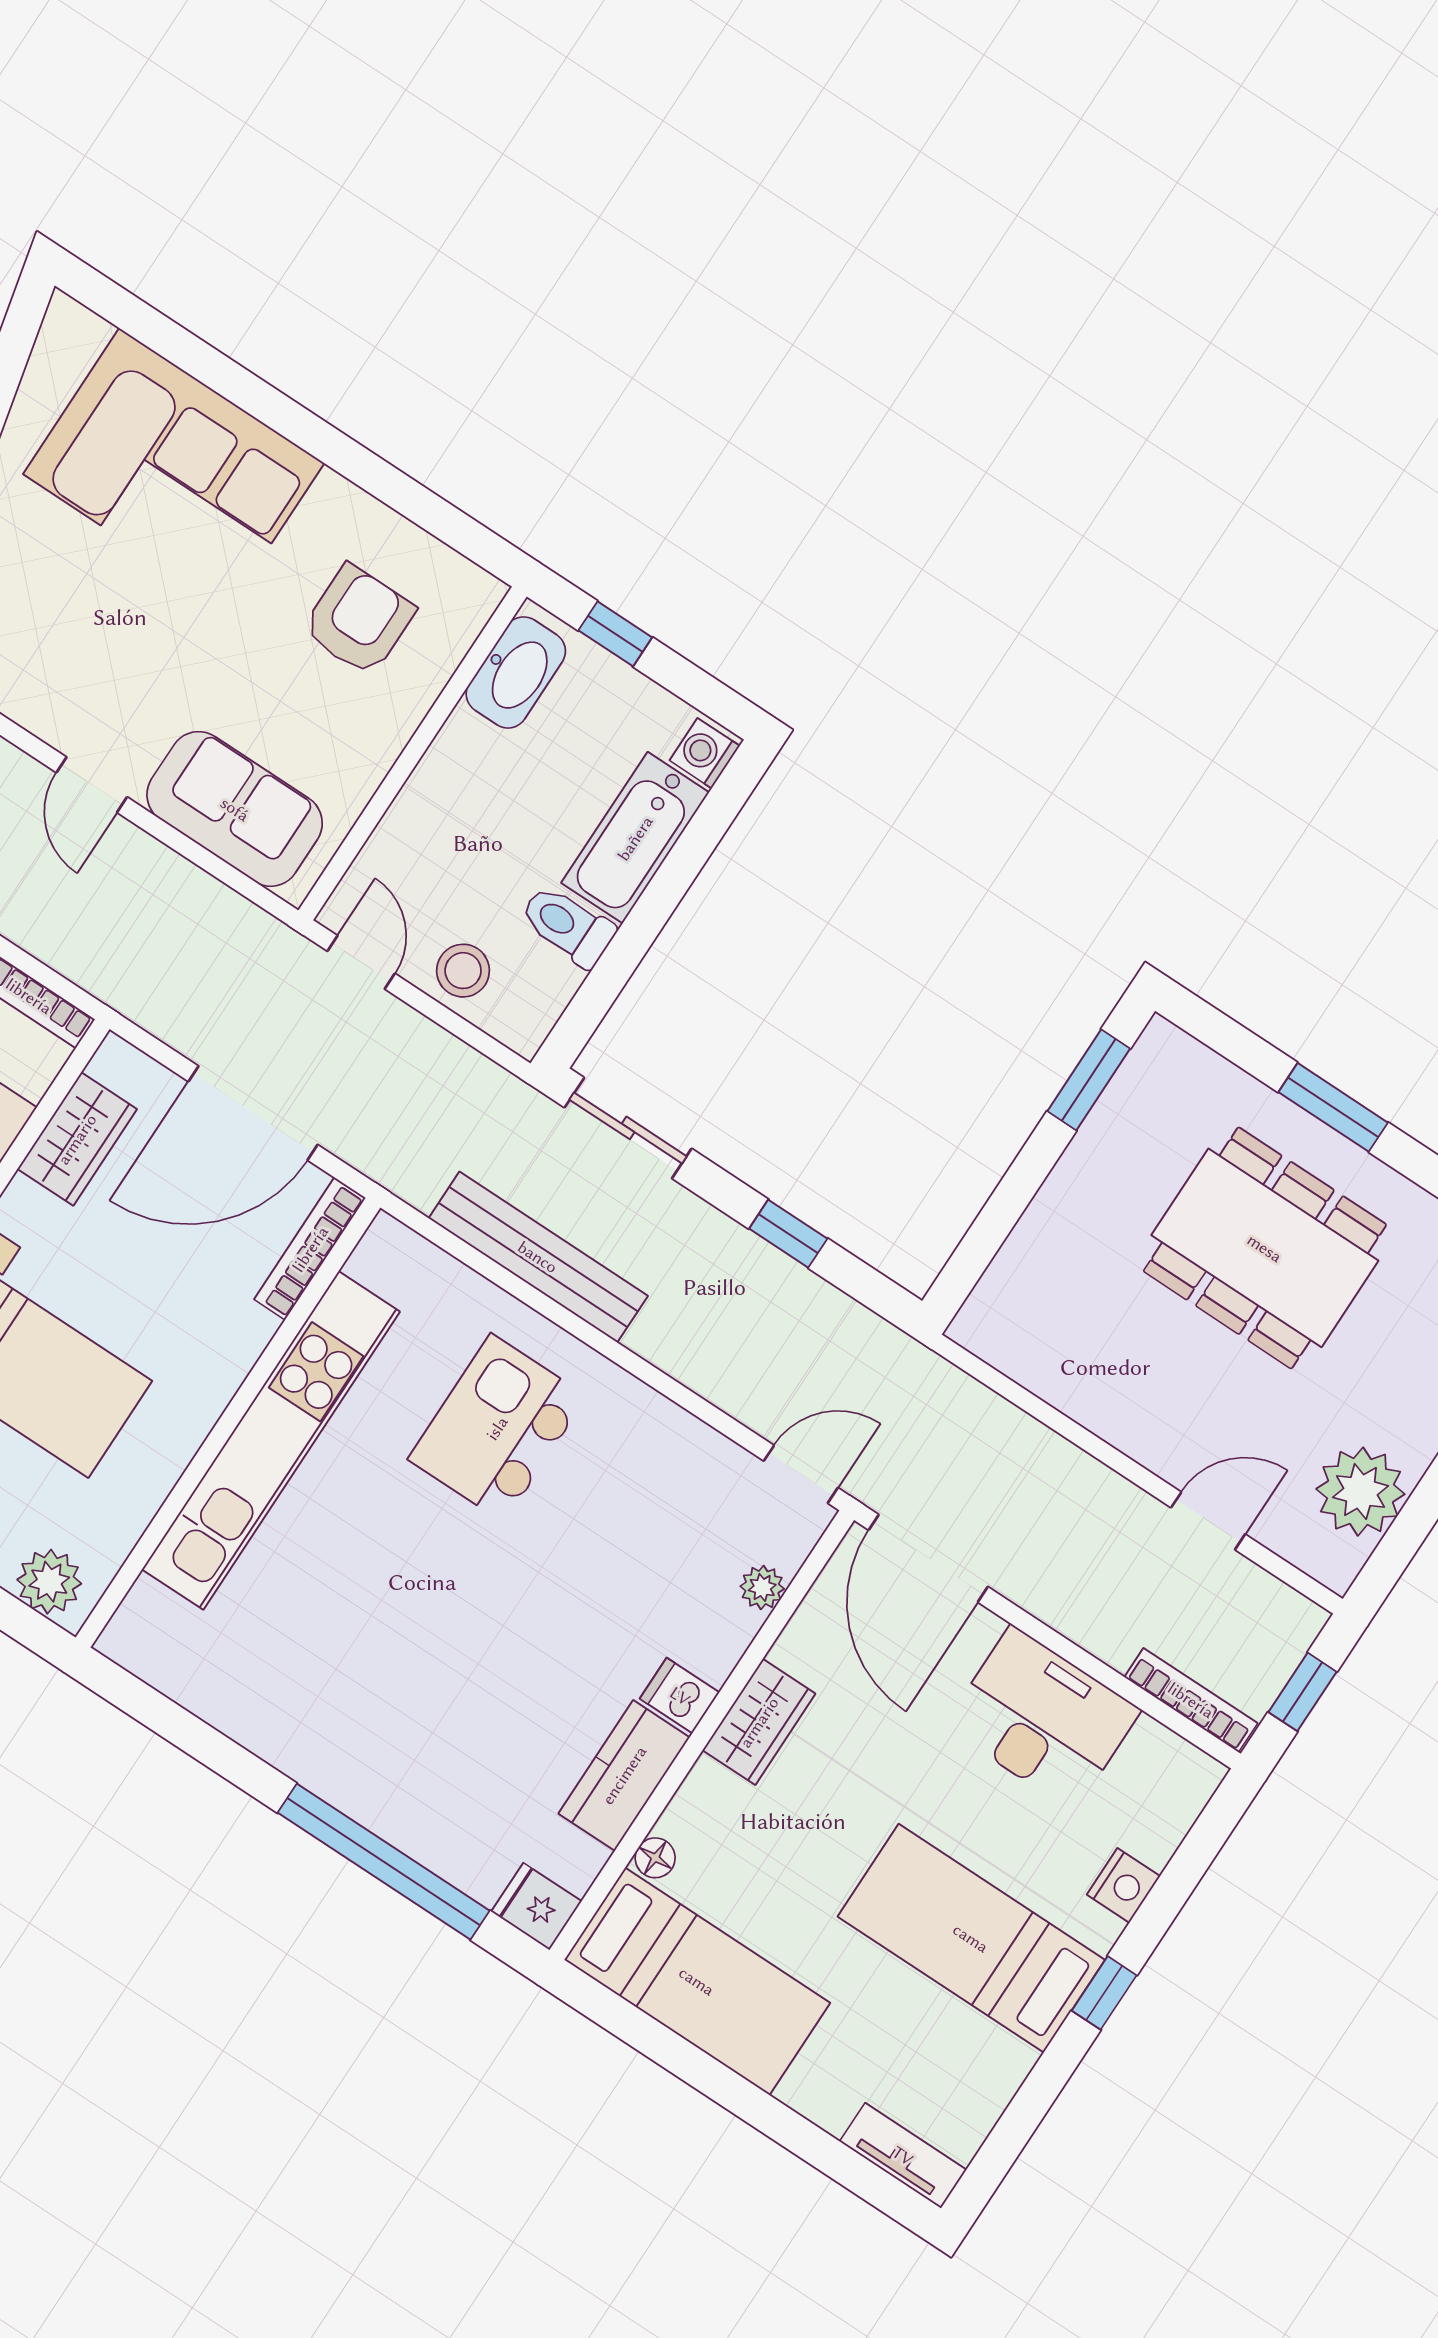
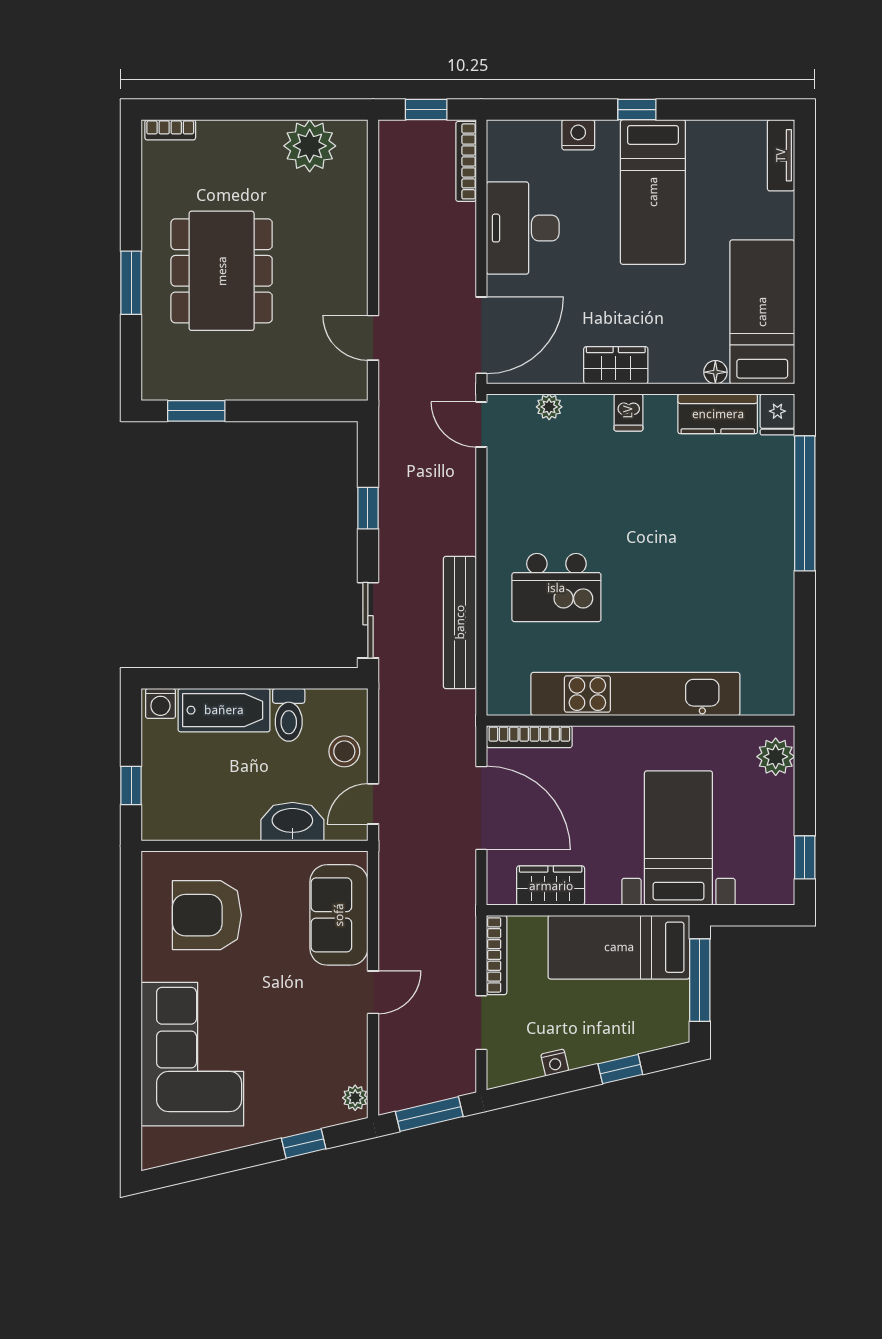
armchair: (359, 620) -> (207, 915), width x1.36, depth x1.36
washbasin: (516, 672) -> (292, 822), moved
door: (1208, 1521) -> (373, 338), moved
kitchen counter: (624, 1775) -> (718, 414), moved

